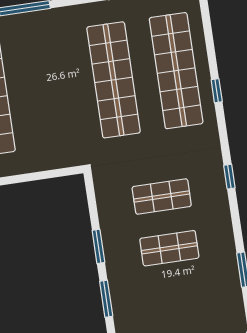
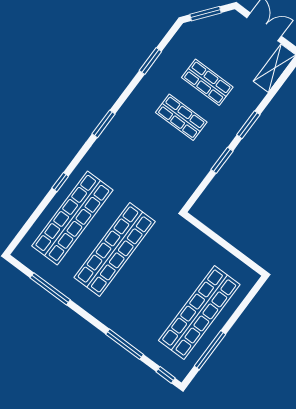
window: (229, 177) -> (104, 124), width x1.50
shop shelf: (162, 196) -> (207, 82), moved

